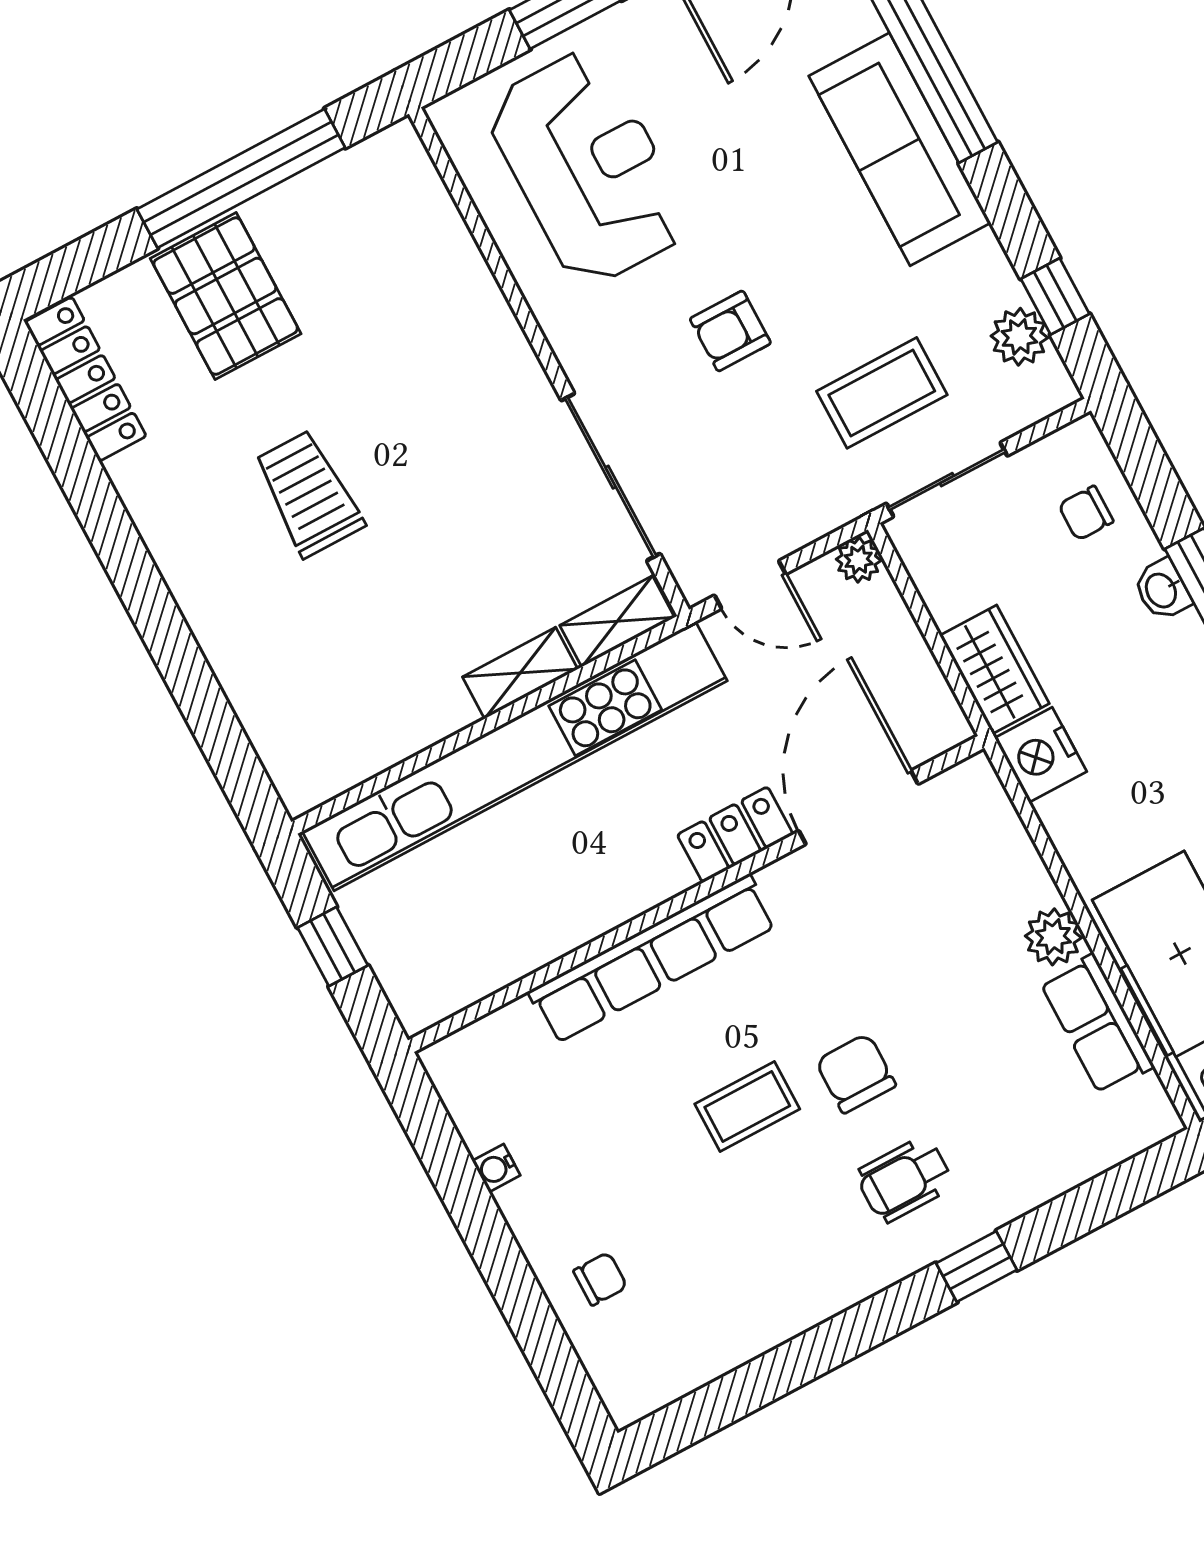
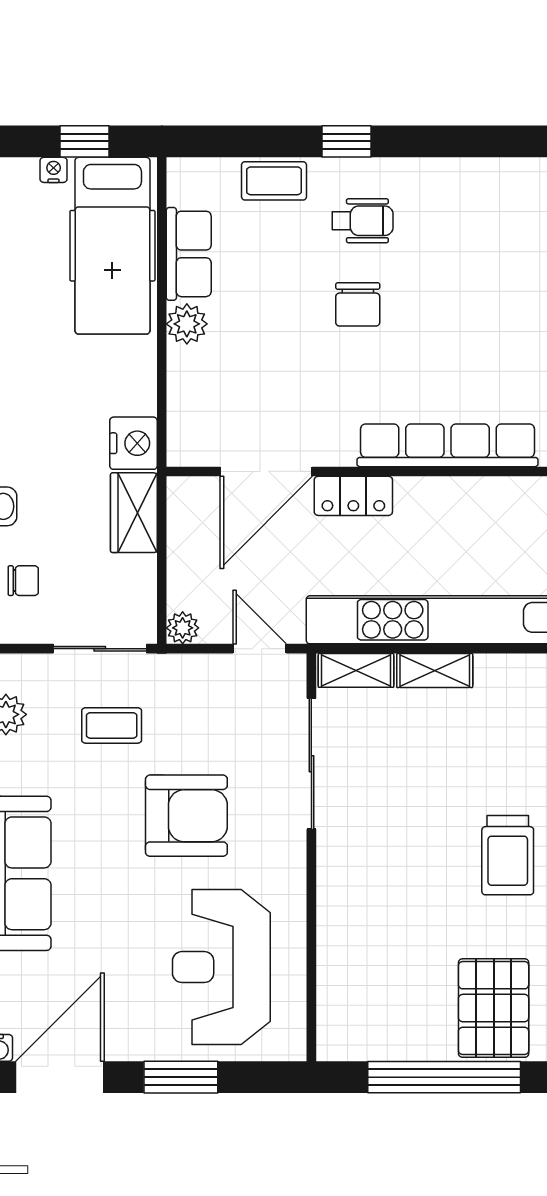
armchair: (730, 331) -> (186, 816), width x1.88, depth x1.88
coffee table: (882, 393) -> (112, 725), width x0.73, depth x0.77
coffee table: (747, 1106) -> (274, 181), moved

